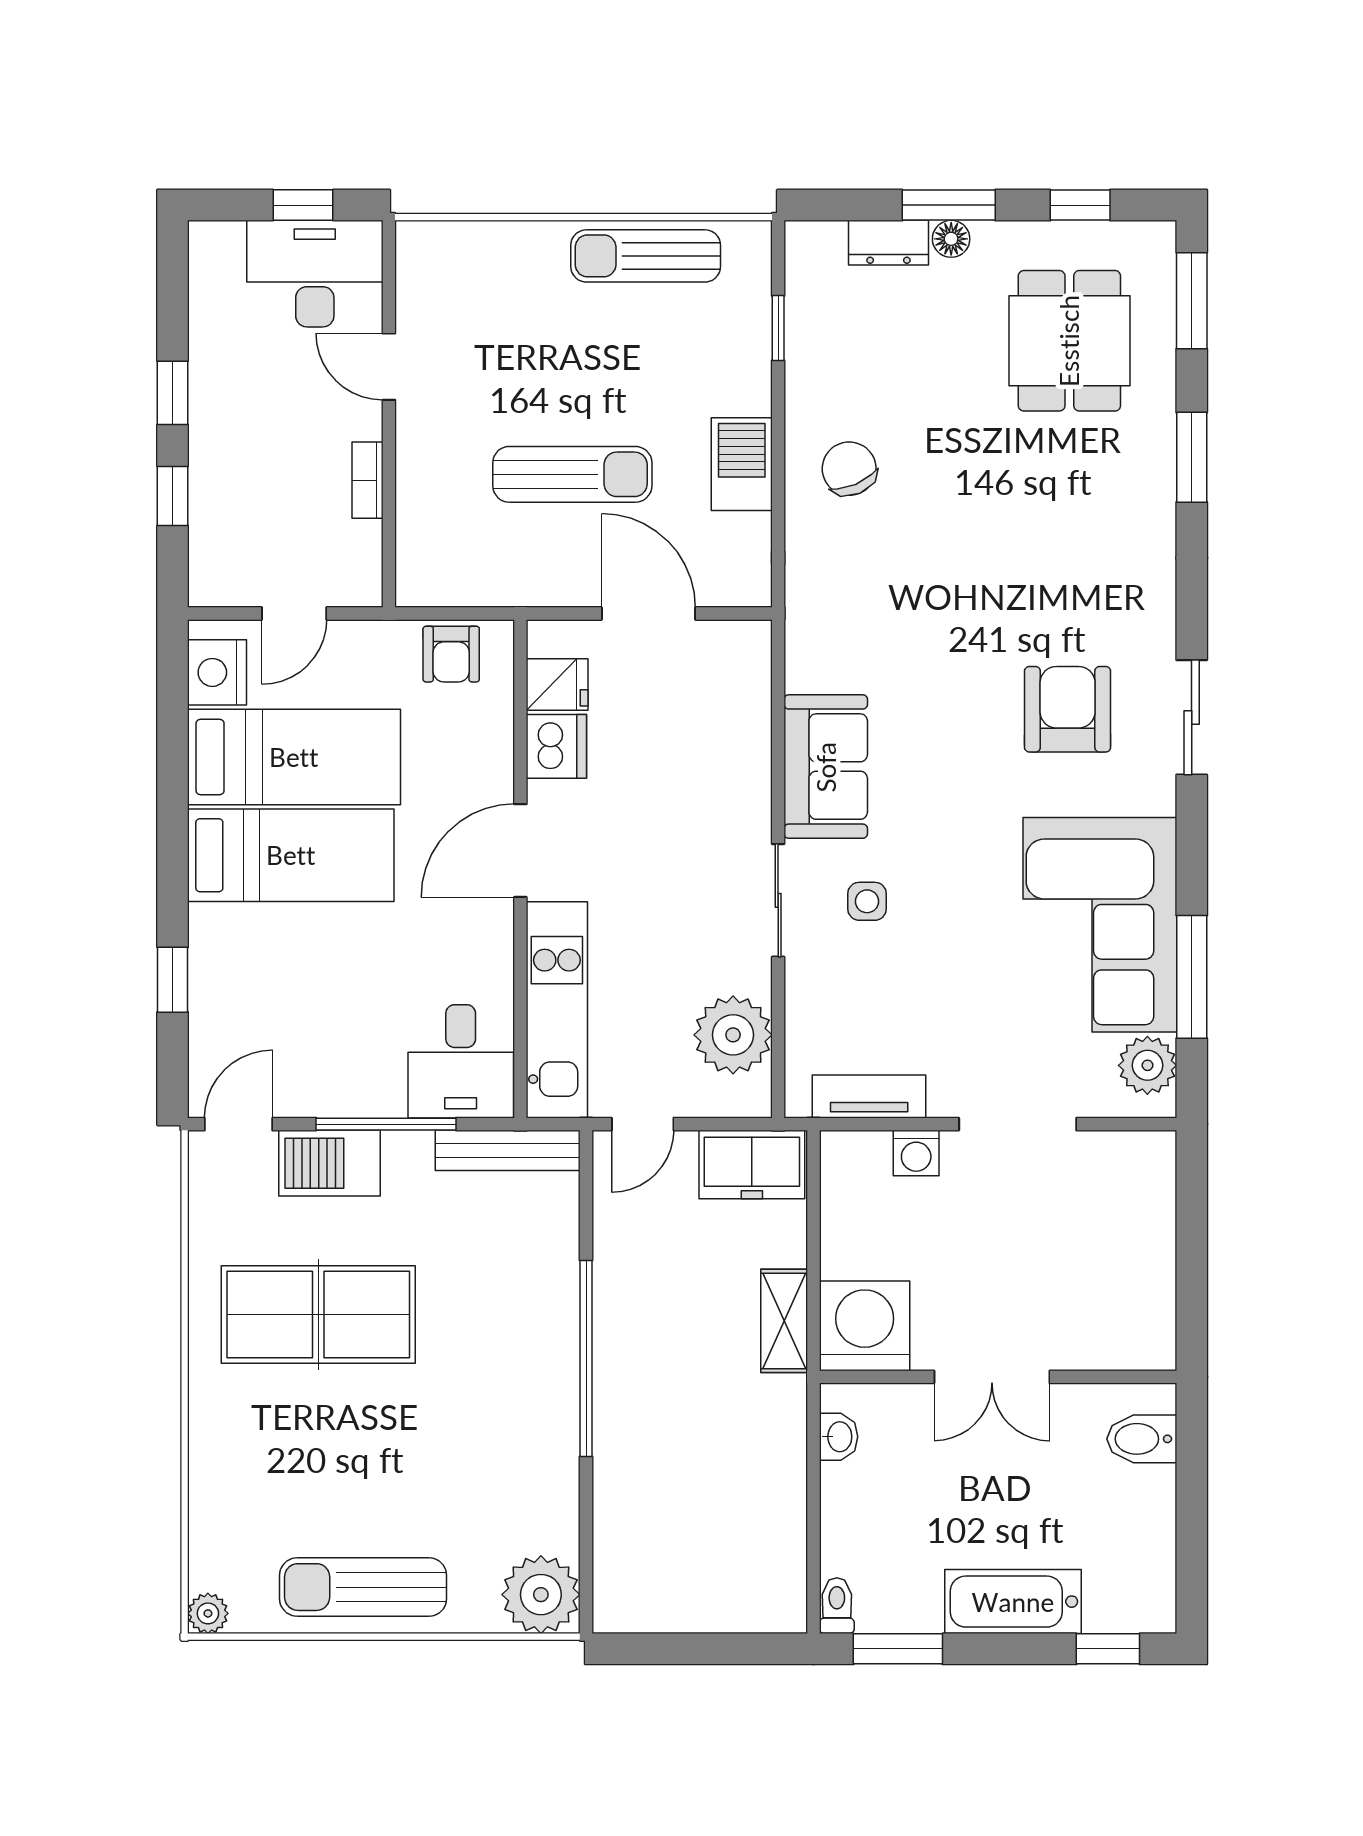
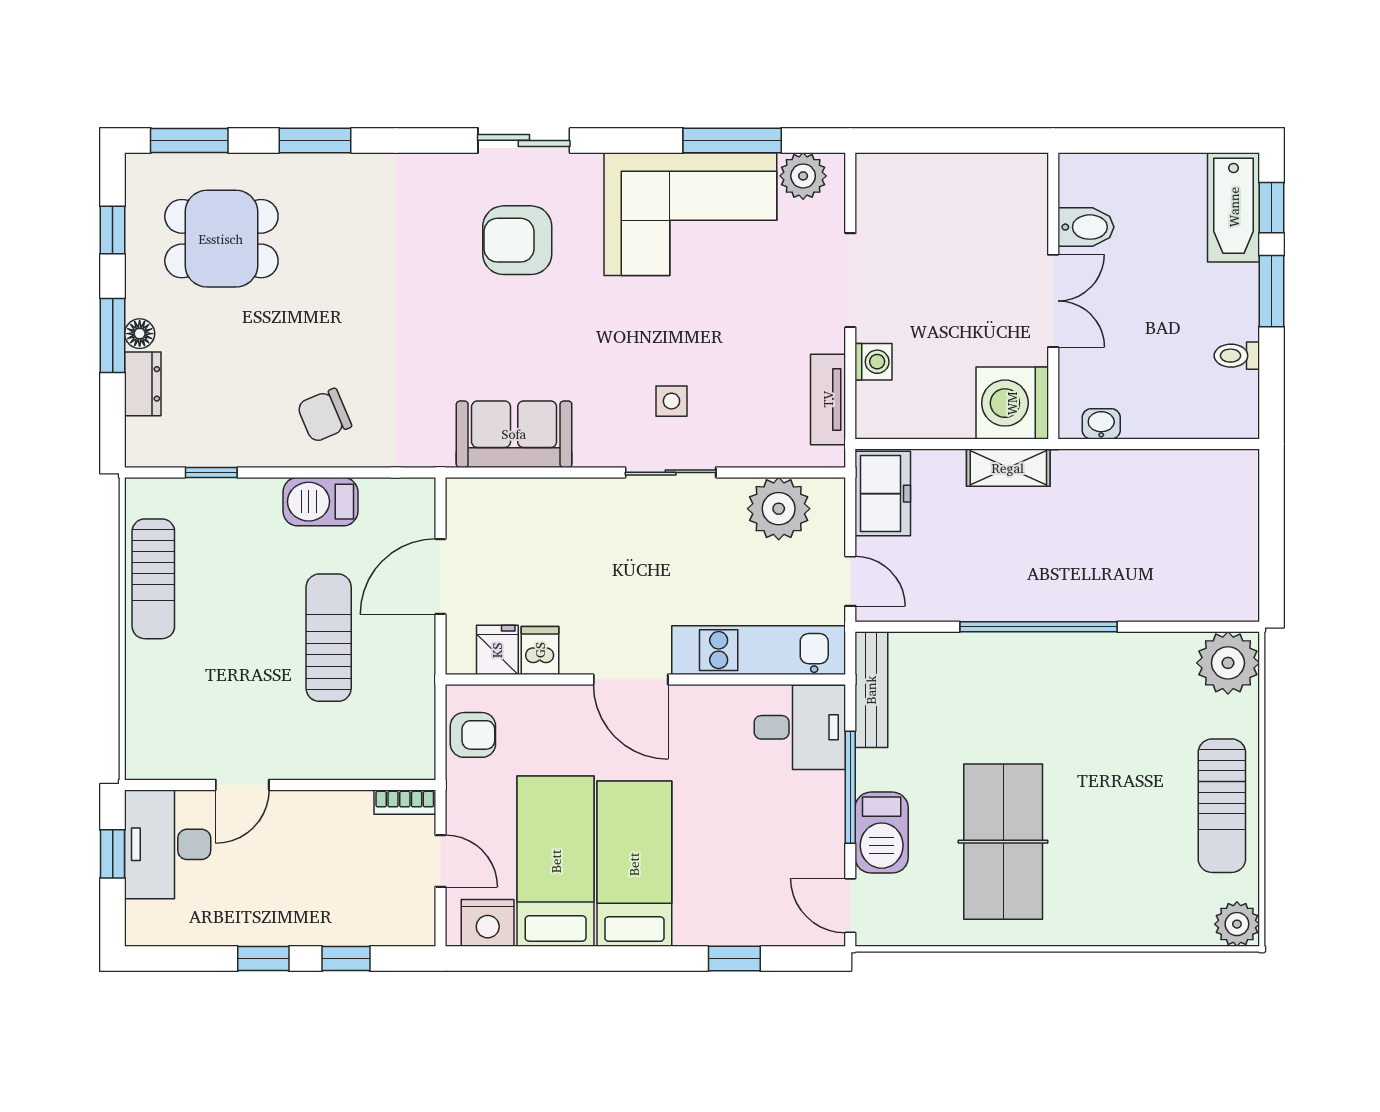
bookcase: (368, 480) -> (405, 802), moved
dishwasher: (556, 746) -> (540, 650), width x0.73
sofa: (826, 767) -> (514, 434), moved
bidet: (1142, 1439) -> (1086, 227), moved, turned -90
bathtub: (1013, 1602) -> (1234, 207), moved
toilet: (837, 1606) -> (1237, 356), moved
plant: (208, 1613) -> (1237, 924), width x1.38, depth x1.38
window: (898, 1649) -> (1271, 291), moved

